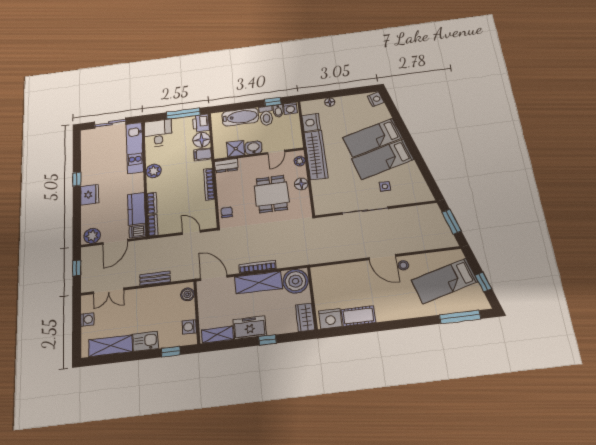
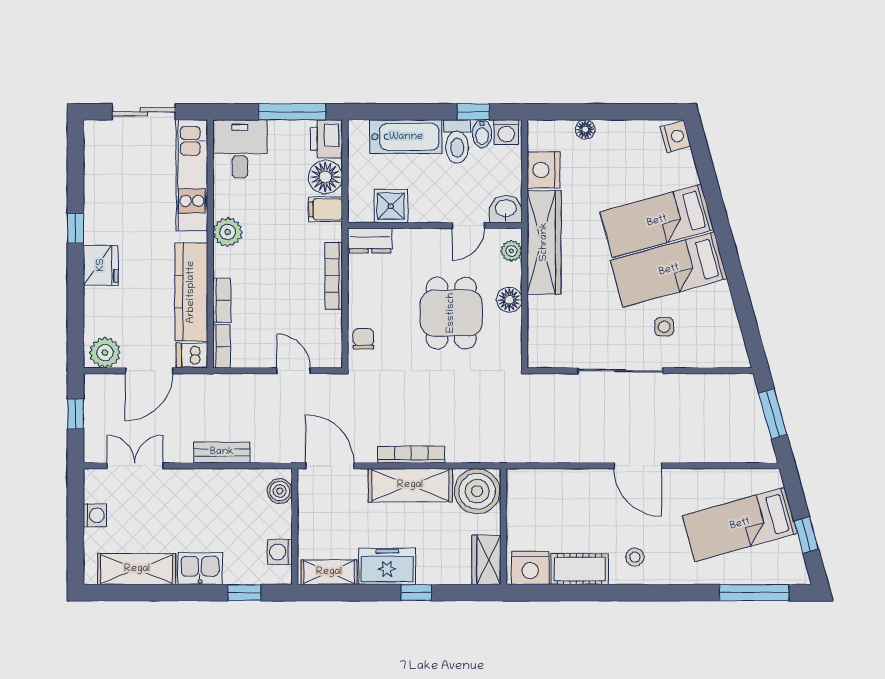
washbasin: (253, 148) -> (506, 209), moved
kitchen counter: (136, 209) -> (191, 292), width x1.50
stool: (403, 265) -> (635, 557), moved
double door: (109, 291) -> (135, 466), swing flipped

